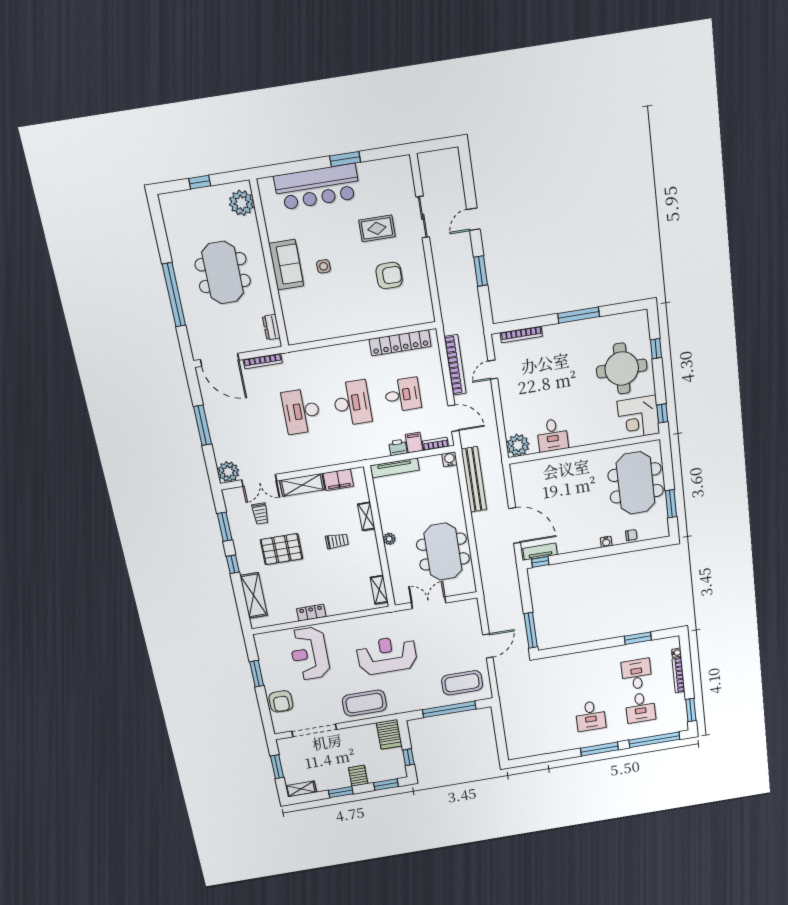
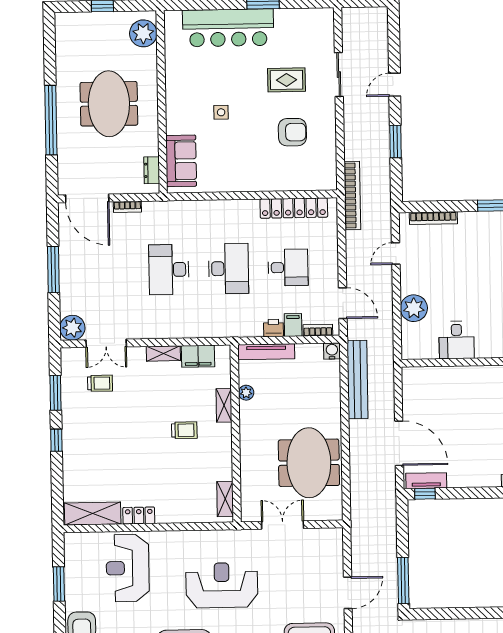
sofa: (286, 265) -> (181, 161), moved
bookcase: (263, 361) -> (127, 207), width x0.64
bookcase: (455, 365) -> (352, 195), moved
plant: (518, 445) -> (414, 308), moved
shelving: (302, 485) -> (163, 353), width x0.67, depth x0.75
trolley: (260, 514) -> (100, 383), turned -90
plant: (389, 539) -> (246, 393), moved
pallet: (281, 549) -> (117, 430), removed
shelving: (254, 595) -> (93, 513), moved, turned 90

